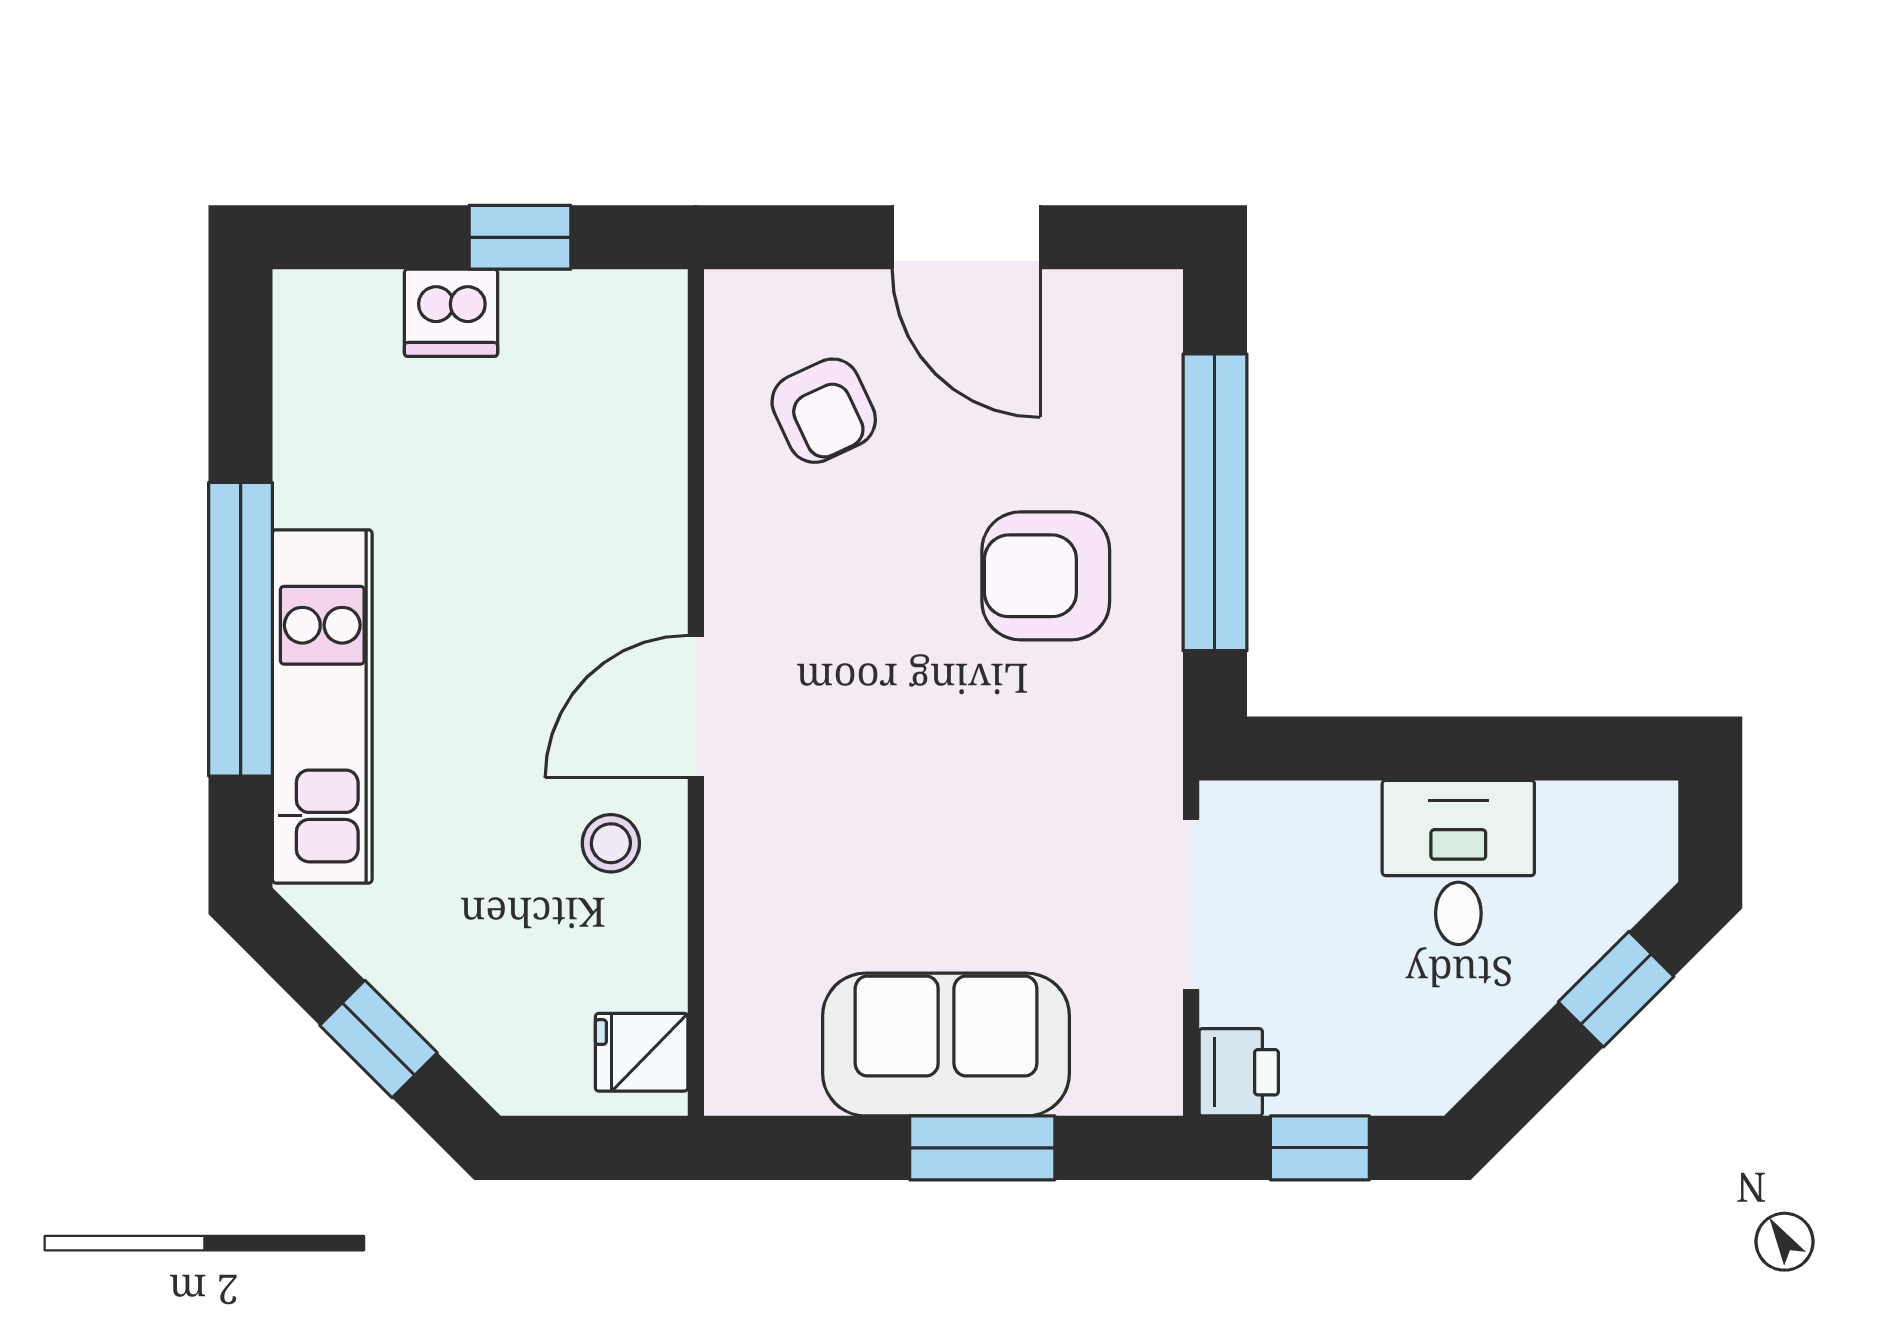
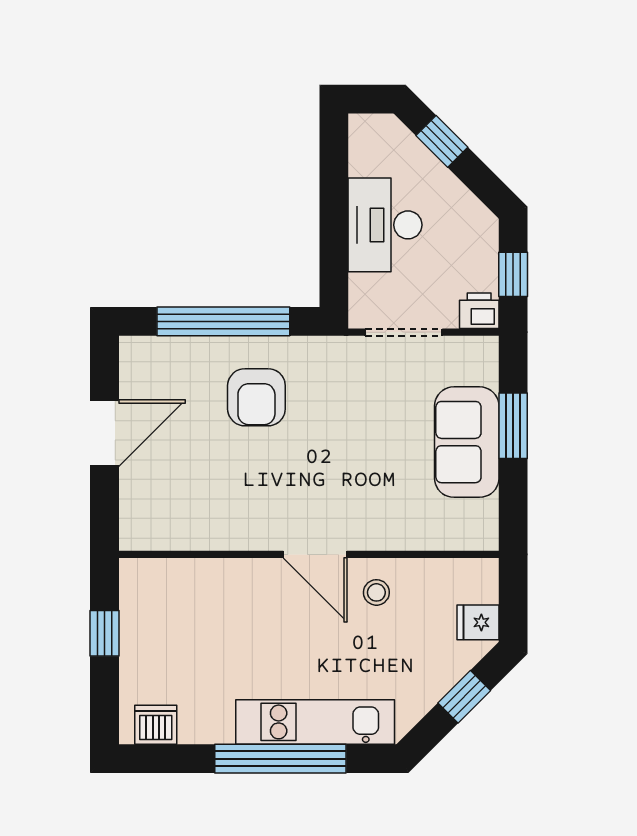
dishwasher: (451, 313) -> (156, 725), moved, turned -90
armchair: (824, 411) -> (182, 497), removed
desk: (1458, 863) -> (385, 225), width x1.37
fridge: (642, 1052) -> (478, 622), moved, turned 90

